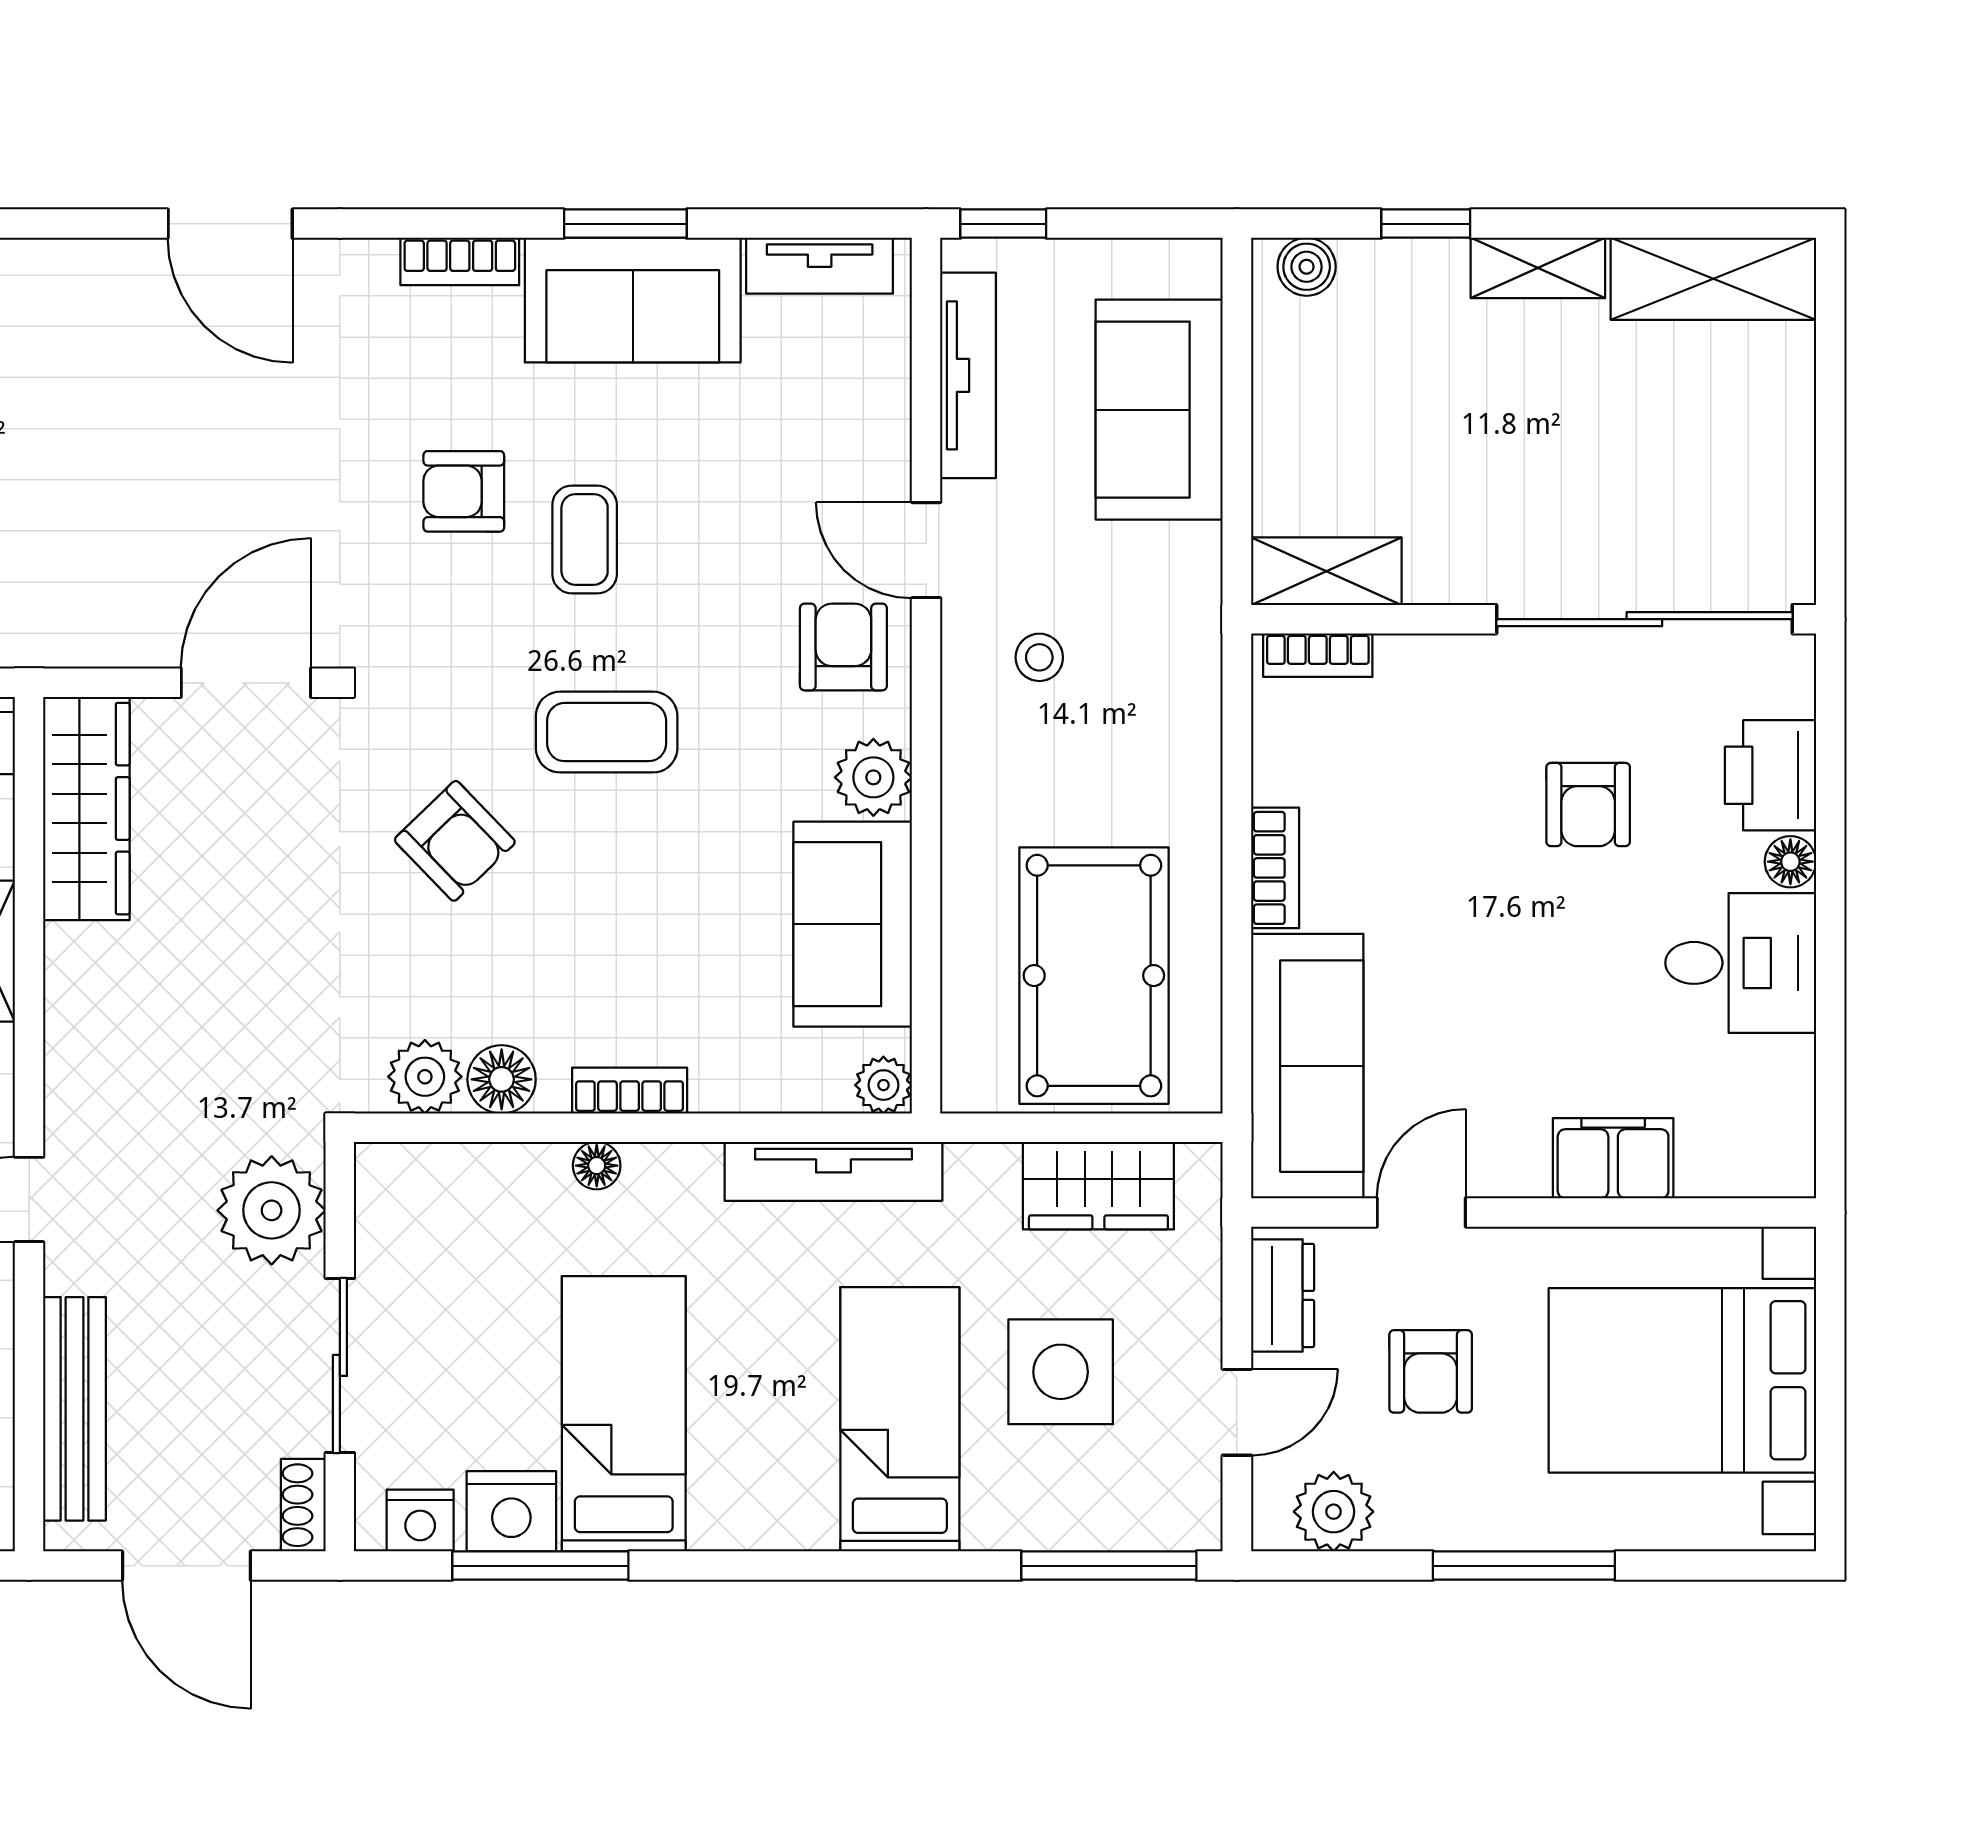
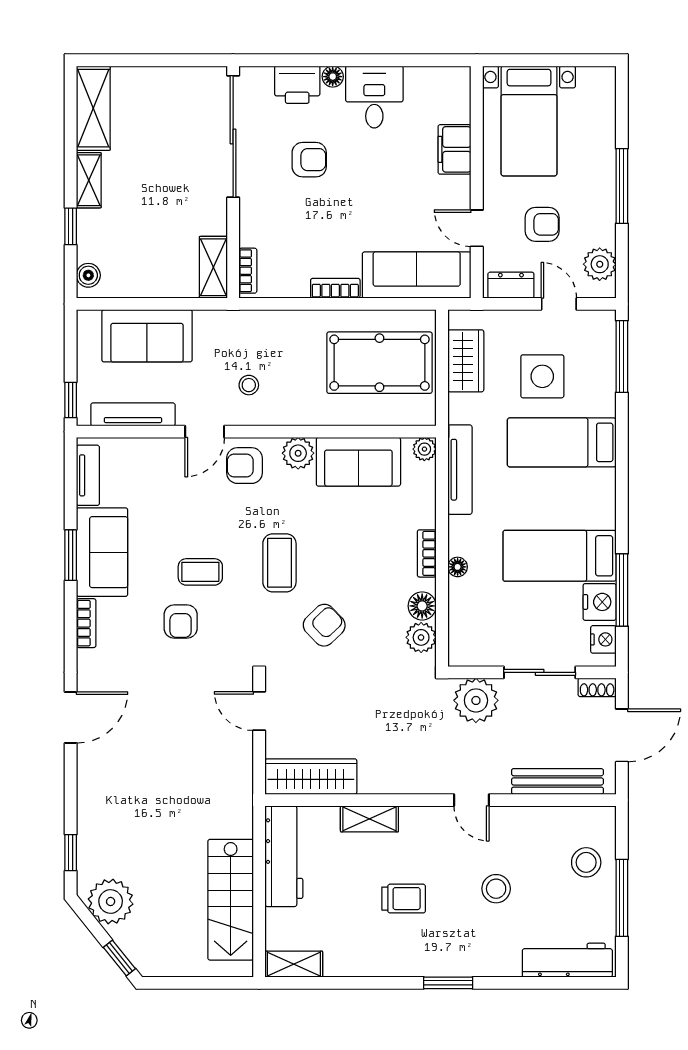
door: (246, 683) -> (259, 711), width x0.73
bed with nightstands: (1682, 1380) -> (529, 121), width x0.73

